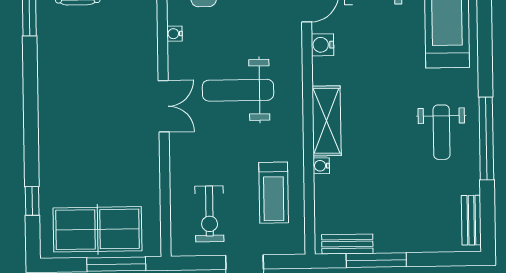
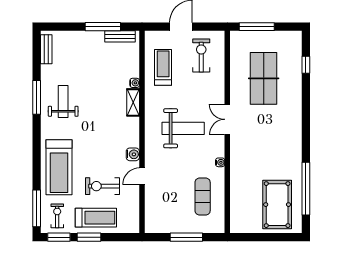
shelving: (327, 121) -> (133, 102), width x0.67, depth x0.75
window: (486, 139) -> (37, 97), width x0.68
table tennis table: (97, 229) -> (264, 78), moved, turned 90

